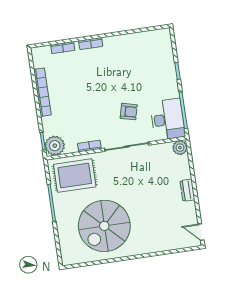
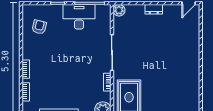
armchair: (129, 112) -> (39, 27), moved
desk: (168, 119) -> (79, 17), moved
spiral stairs: (104, 226) -> (173, 80), removed

